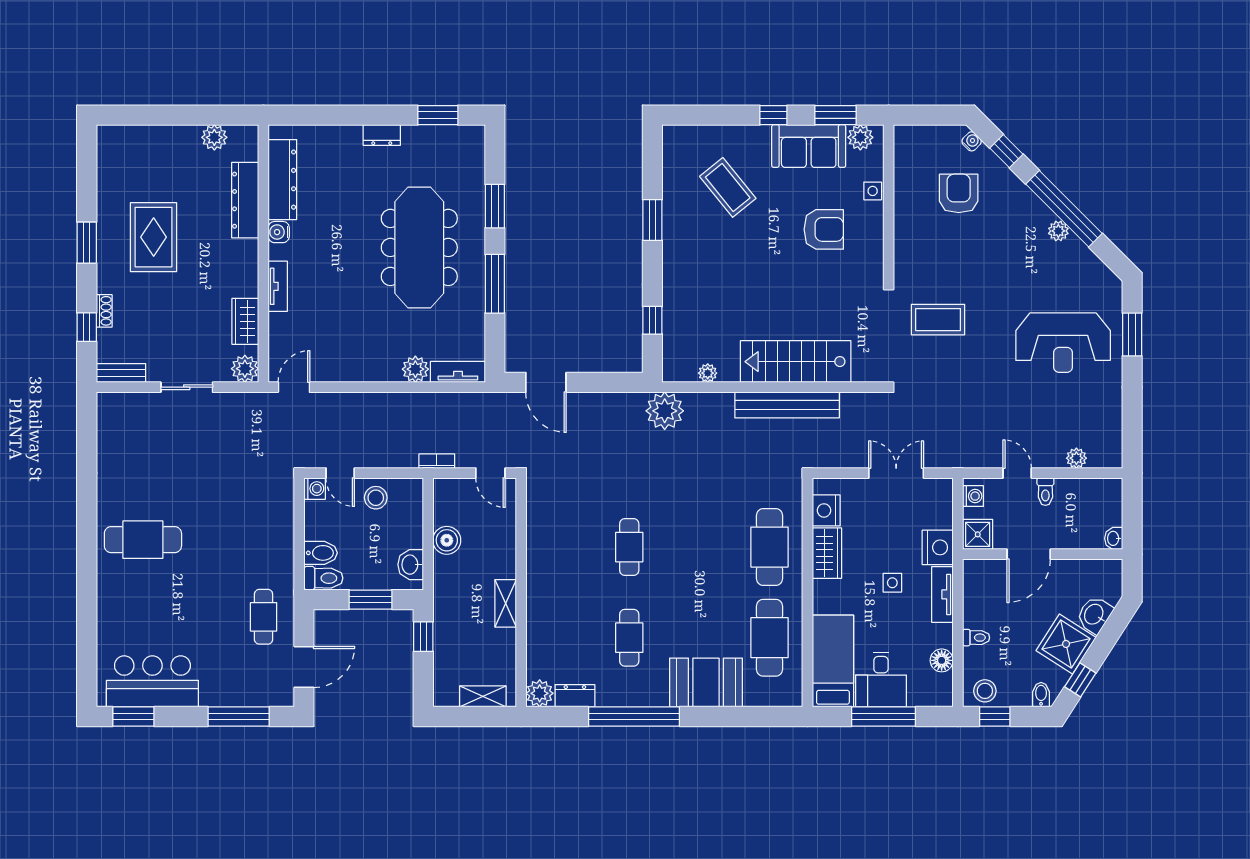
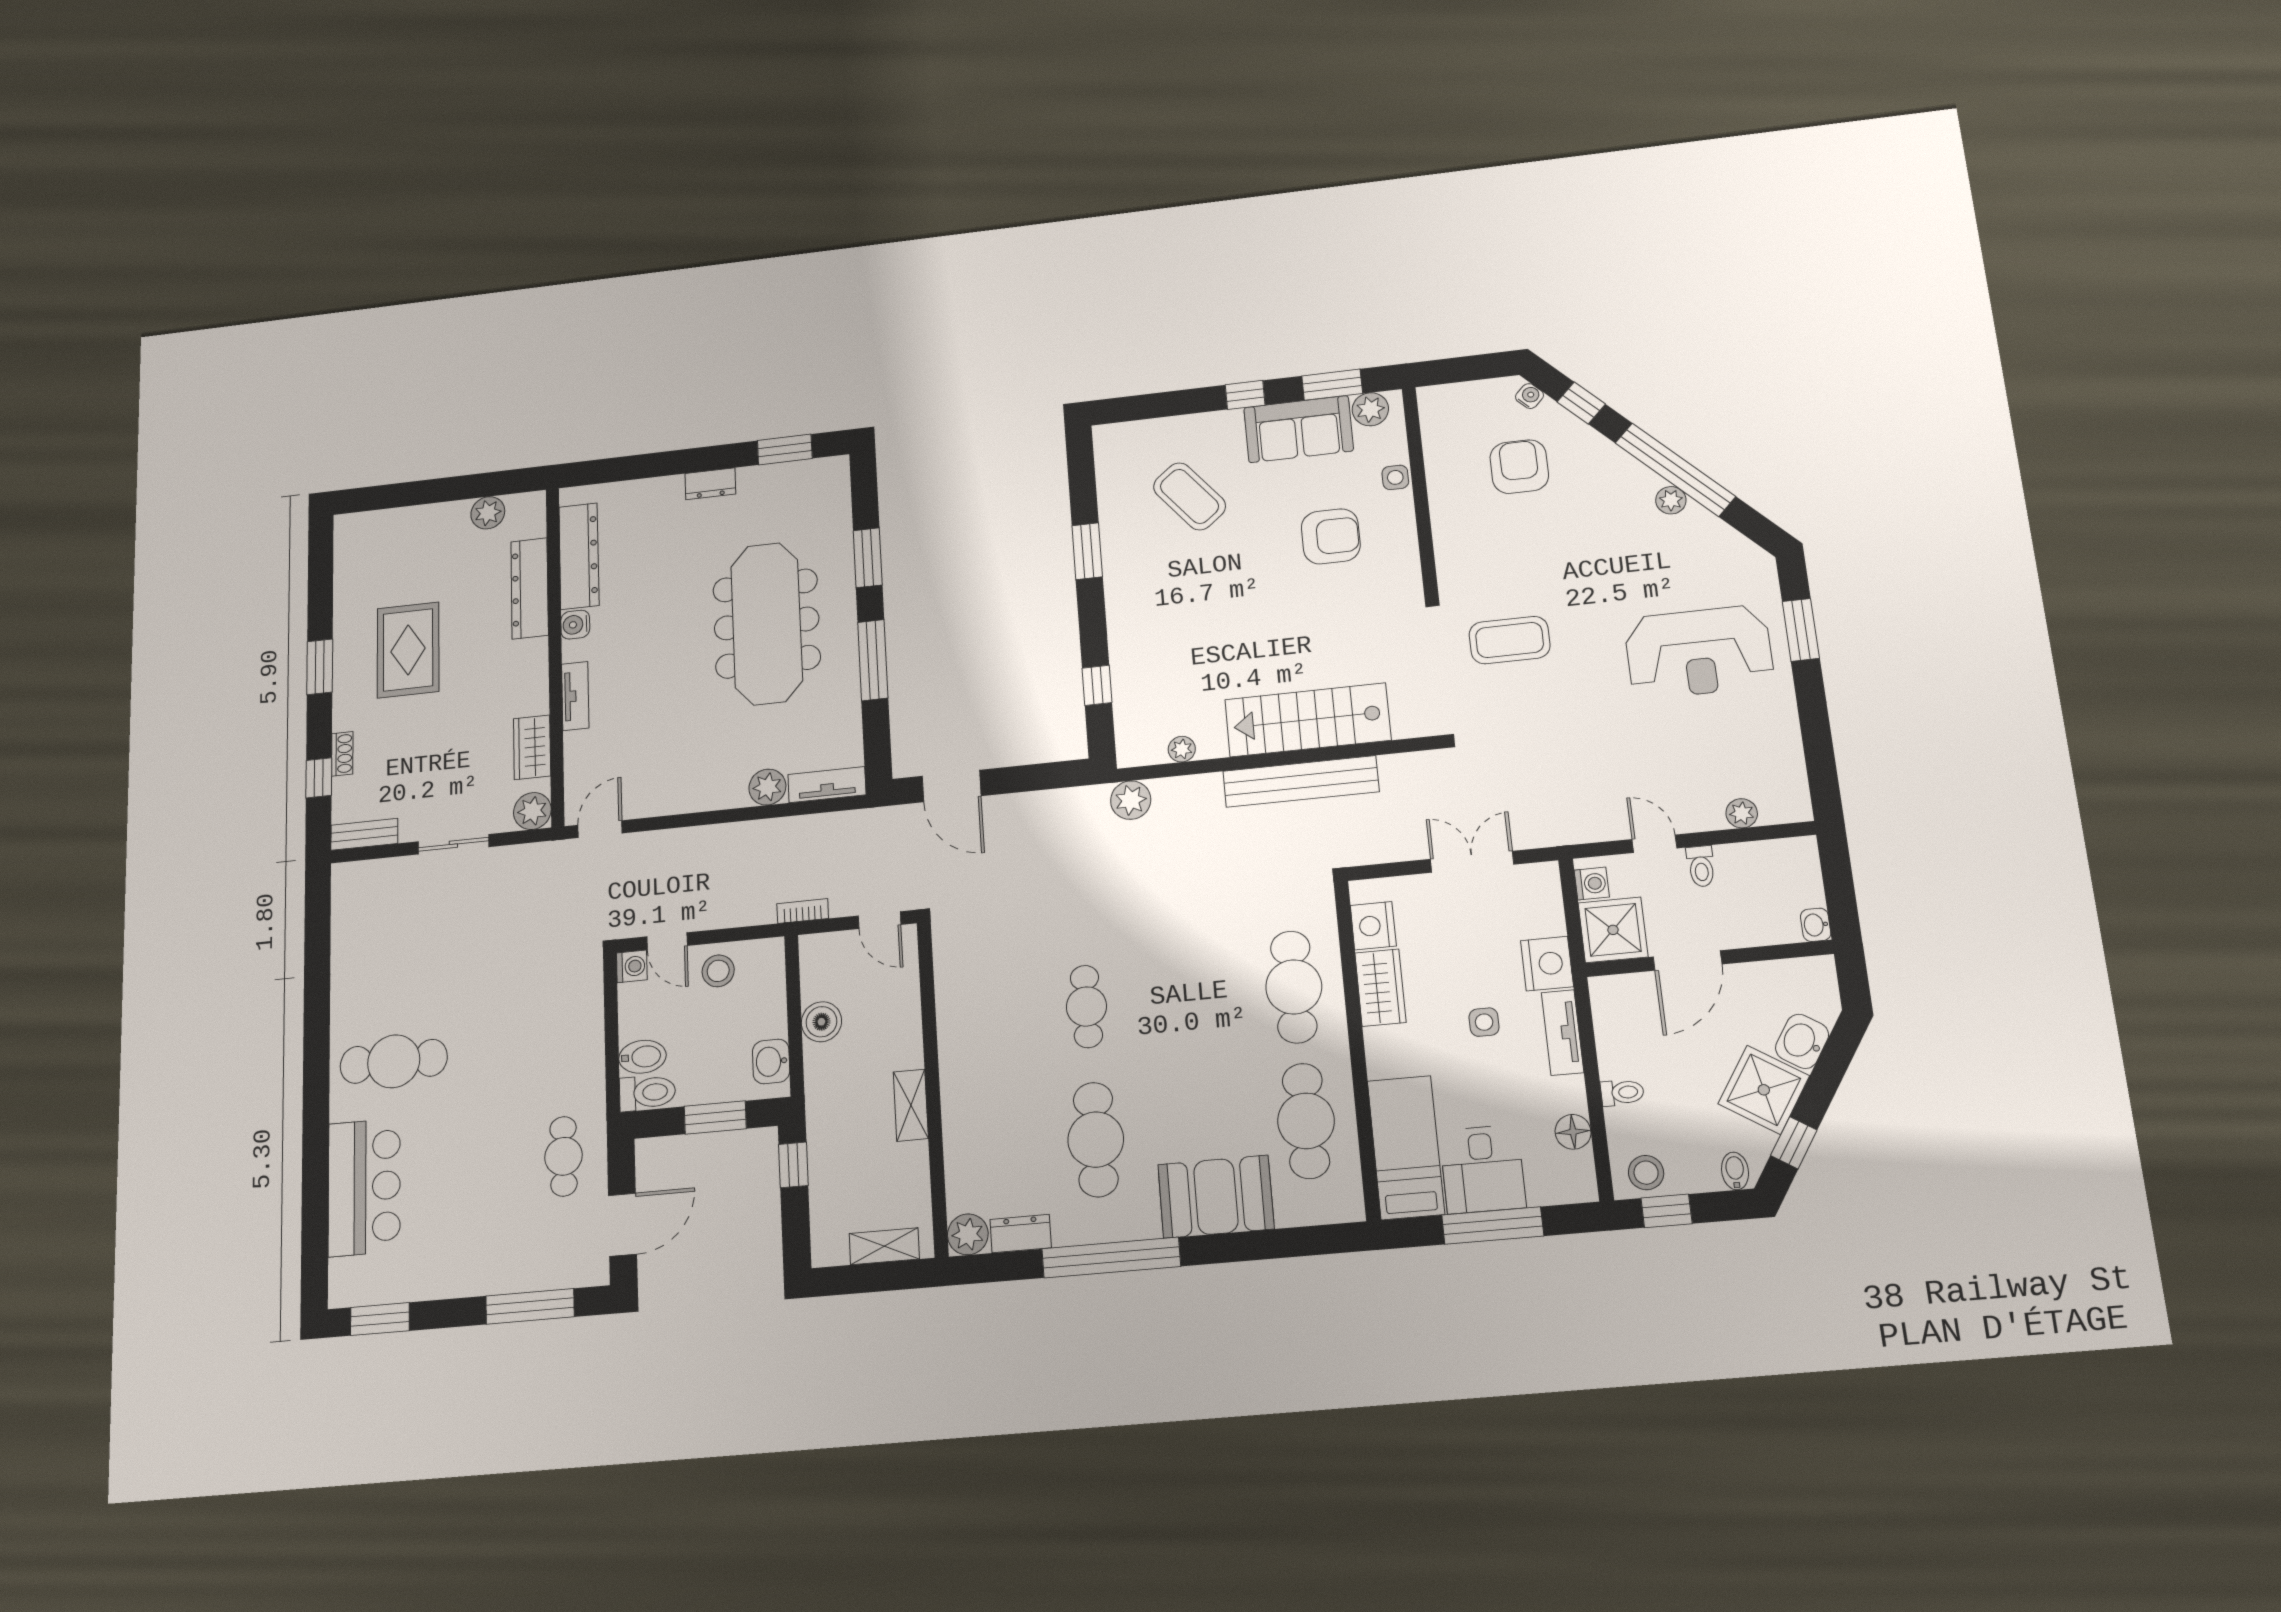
plant: (665, 411) -> (1131, 800), width x0.73, depth x0.73
shower: (978, 534) -> (1613, 930), width x1.36, depth x1.36
cafe table: (629, 638) -> (1096, 1140), width x1.37, depth x1.35
bar counter: (152, 681) -> (364, 1187), moved, turned 90

